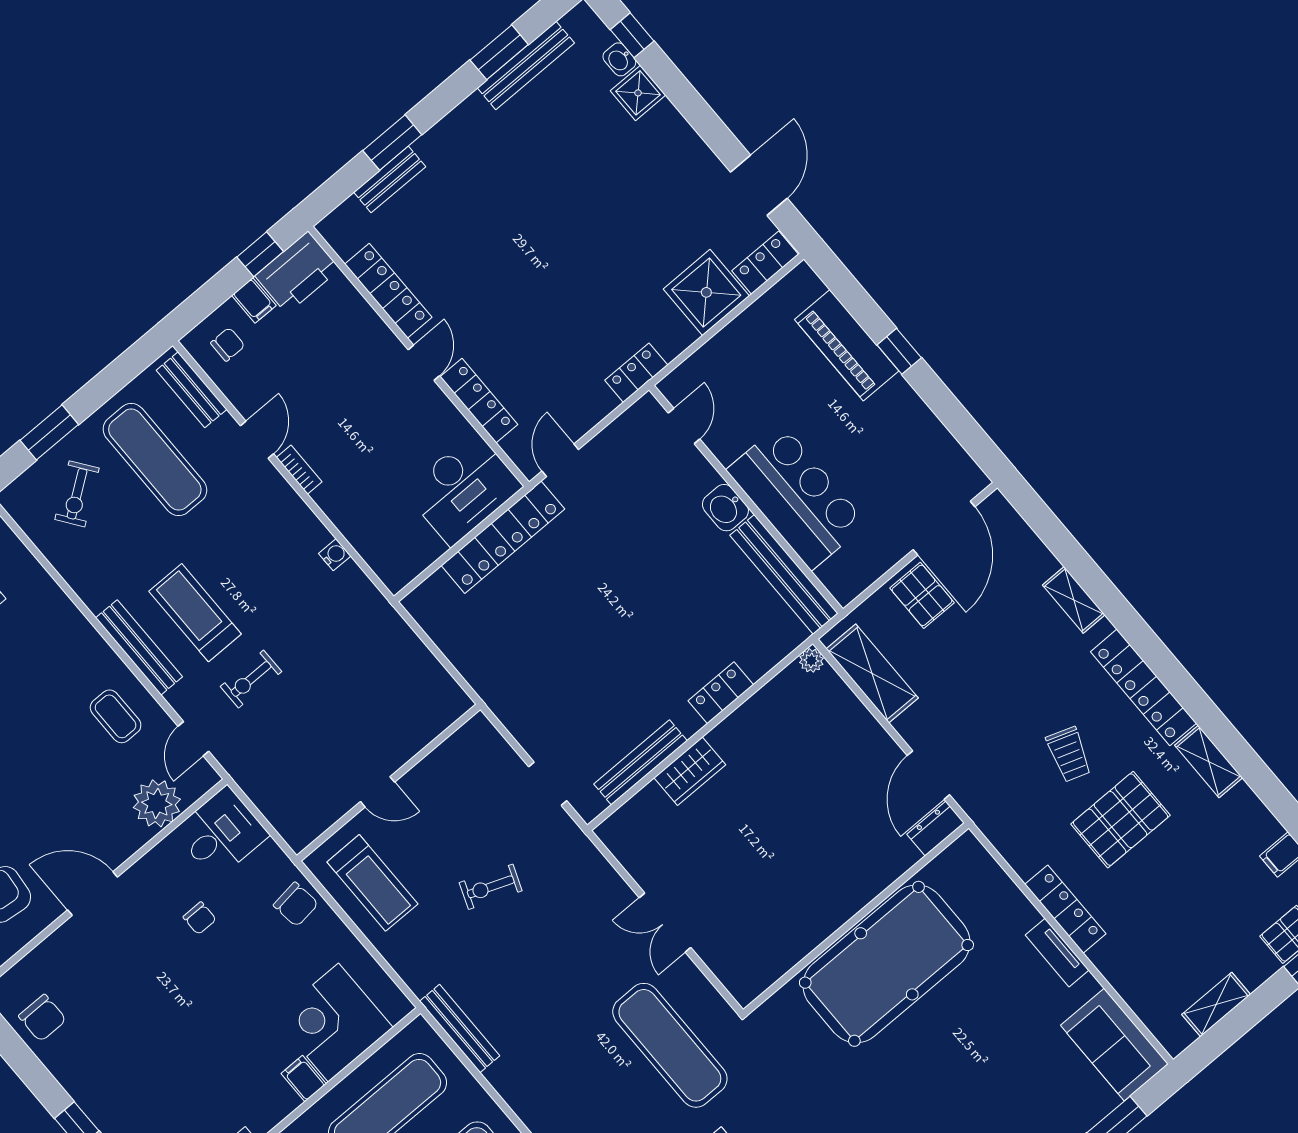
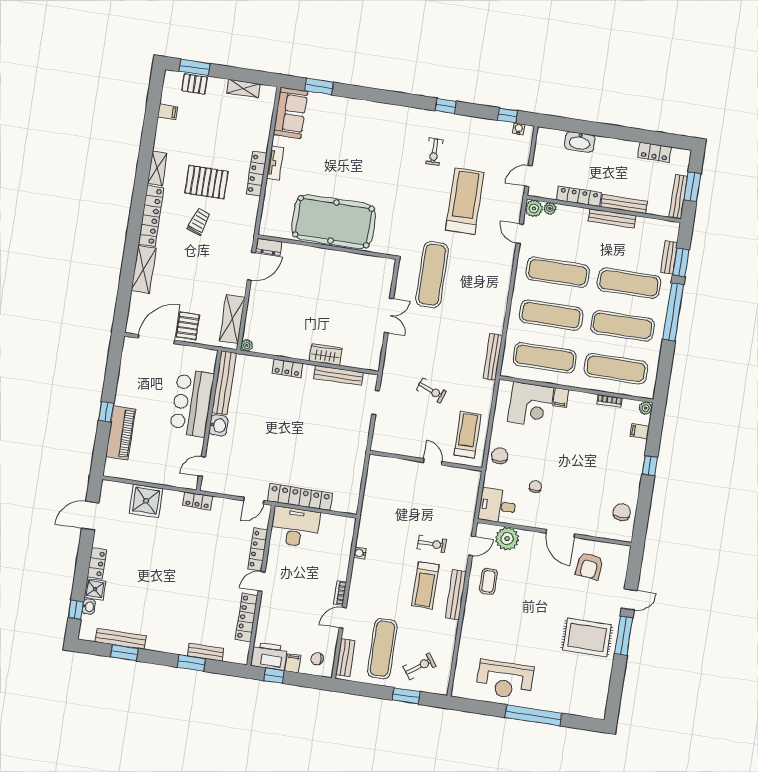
locker: (765, 263) -> (97, 563), moved, turned -90
shelving: (1074, 600) -> (144, 269), width x1.50, depth x1.33

